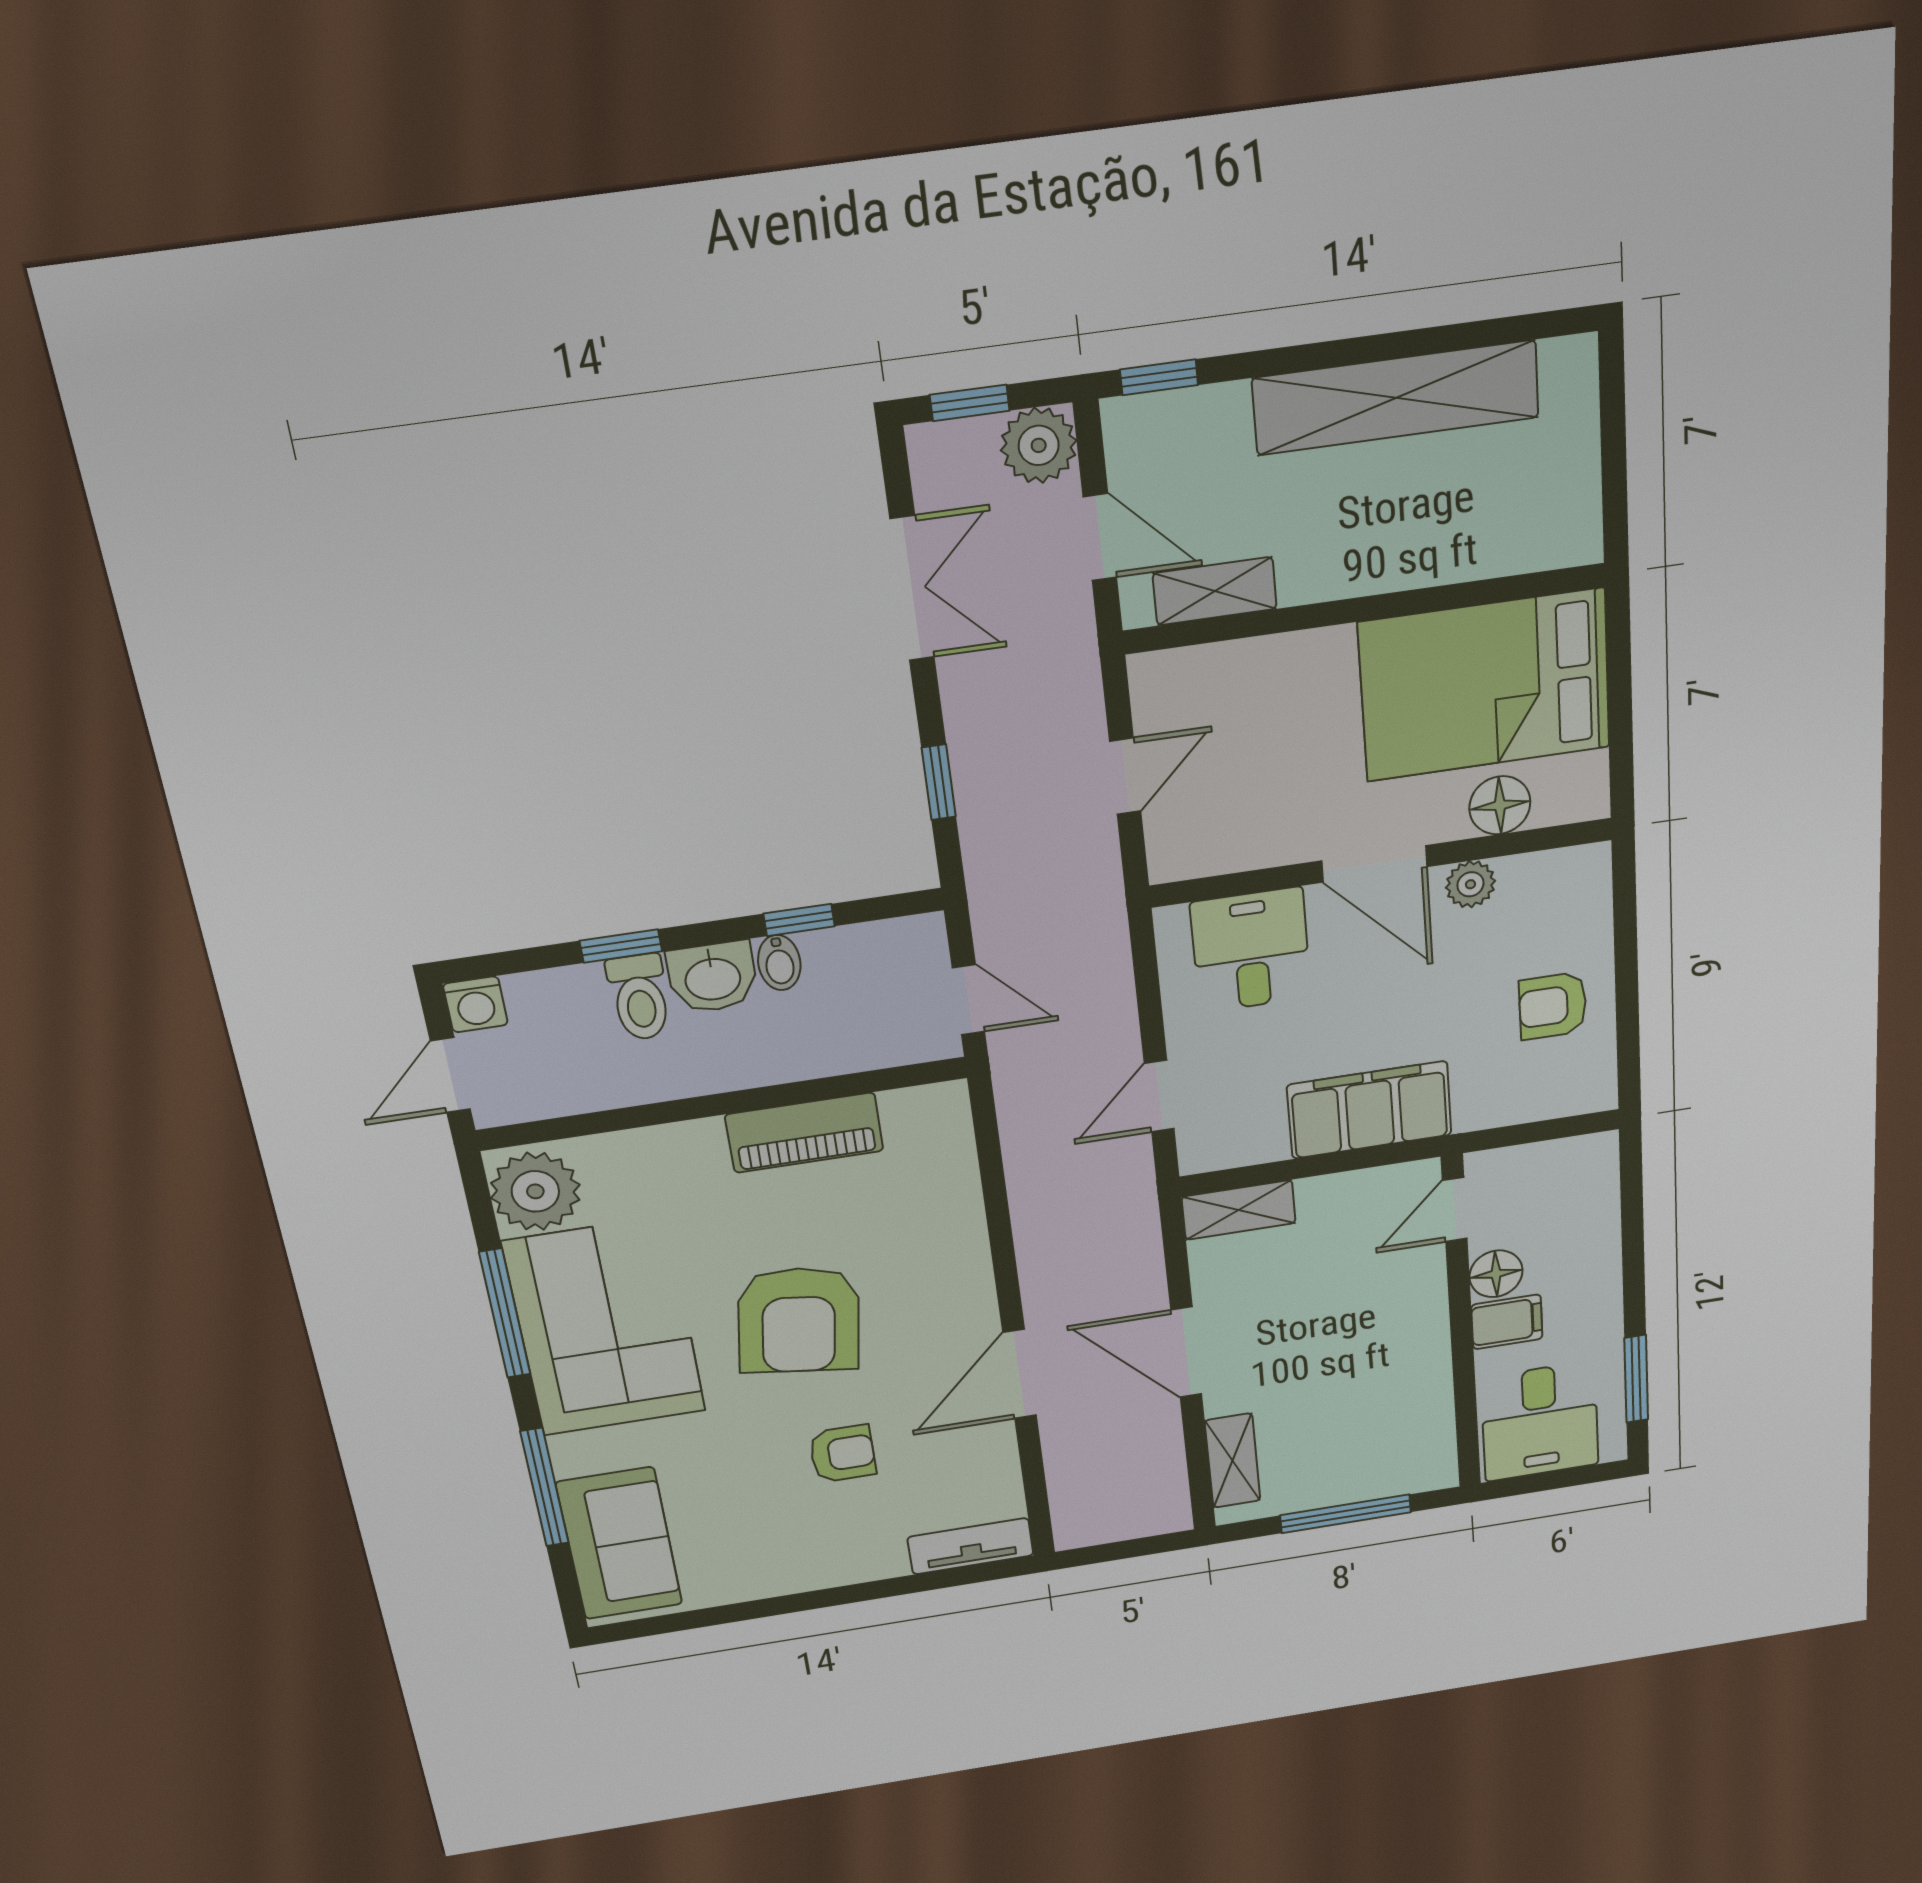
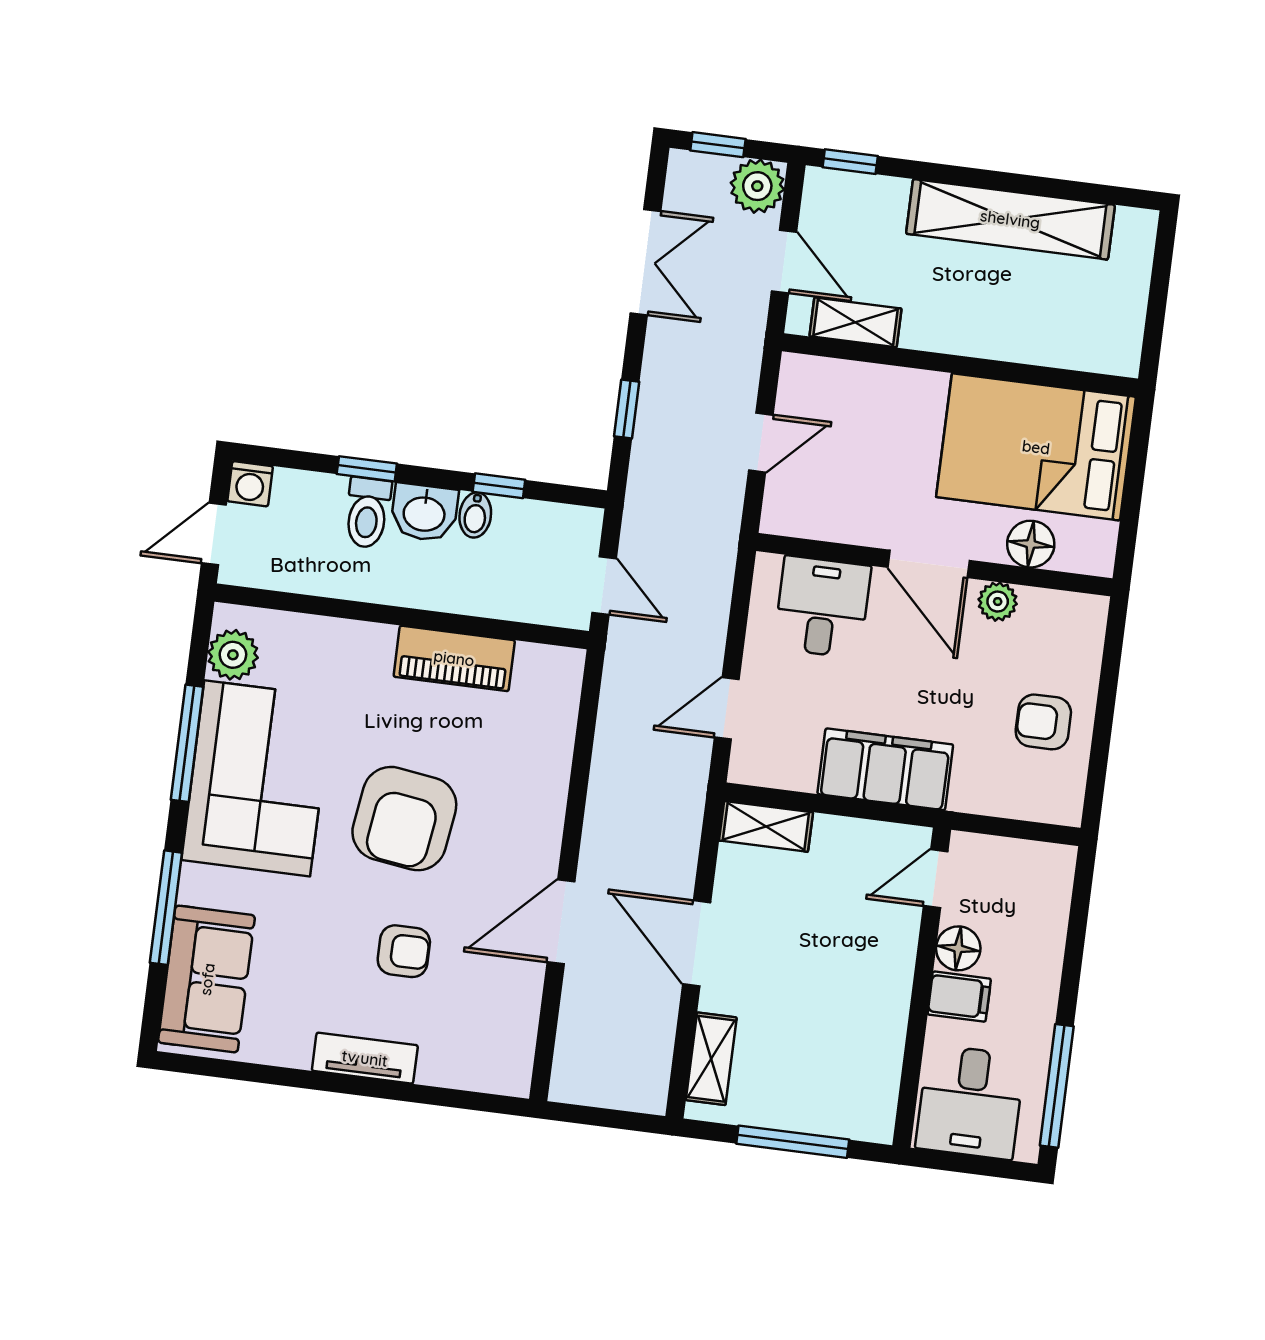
plant: (535, 1191) -> (233, 655), width x0.73, depth x0.73
window: (1636, 1379) -> (1057, 1086), width x1.44
tv unit: (971, 1546) -> (365, 1058), moved

